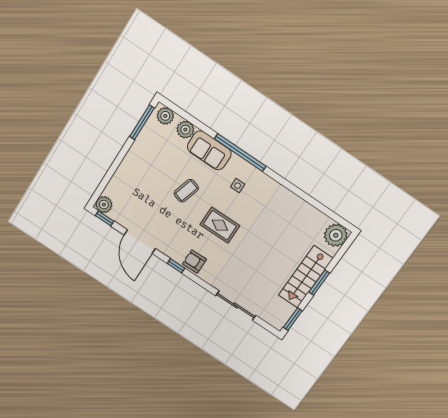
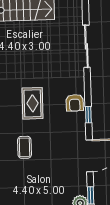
coffee table: (186, 191) -> (25, 147), turned 73

